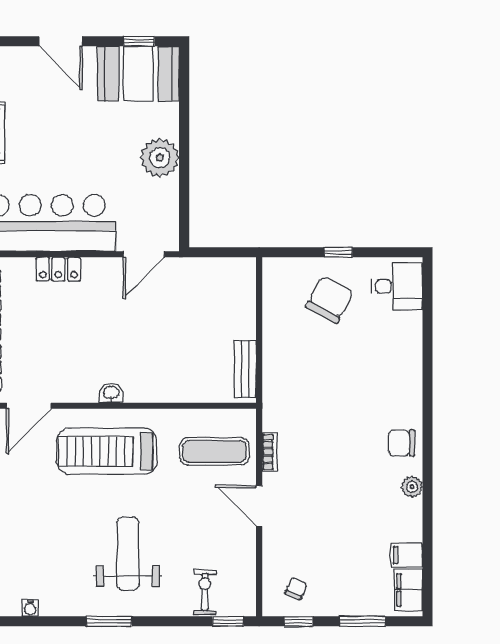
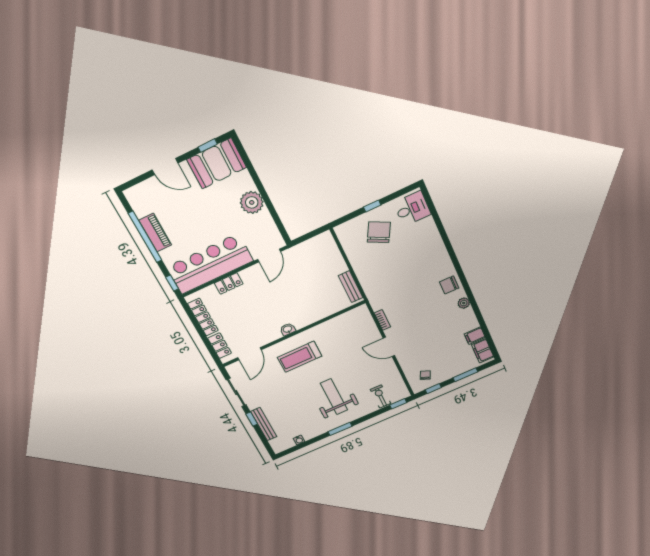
treadmill: (107, 451) -> (300, 357), width x0.73, depth x0.73
exercise mat: (214, 451) -> (354, 332), removed

